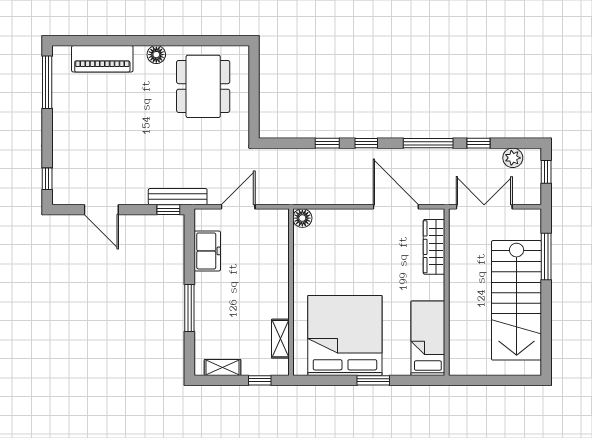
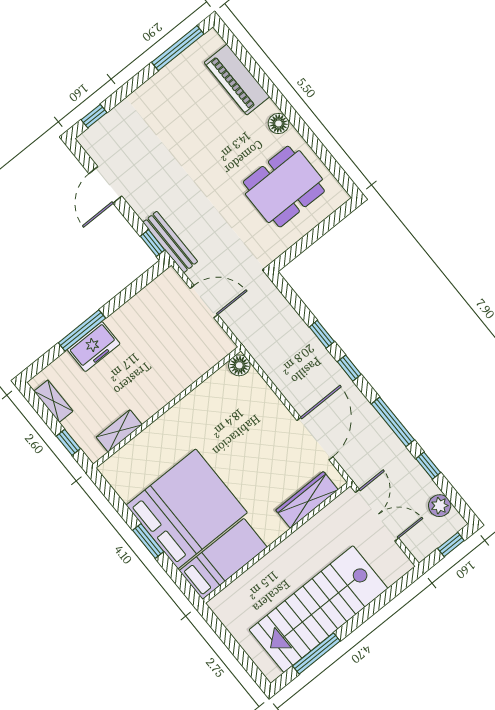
freezer: (207, 251) -> (94, 347), moved
window: (546, 256) -> (316, 654), moved
bed: (345, 335) -> (187, 509), moved

